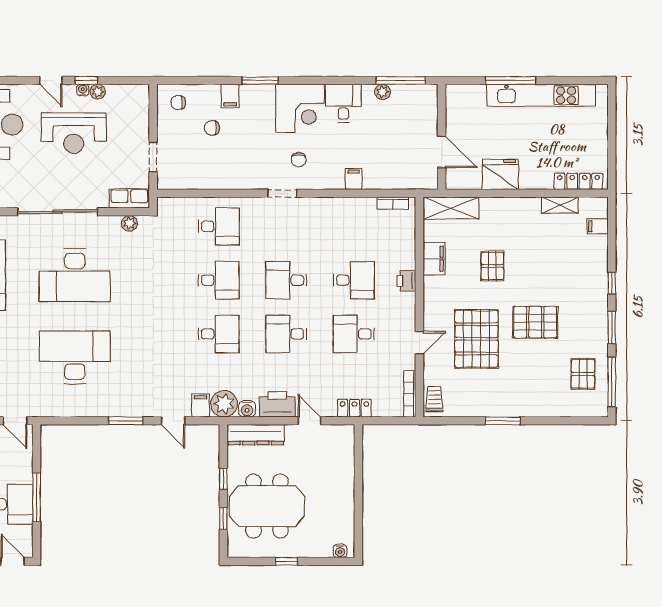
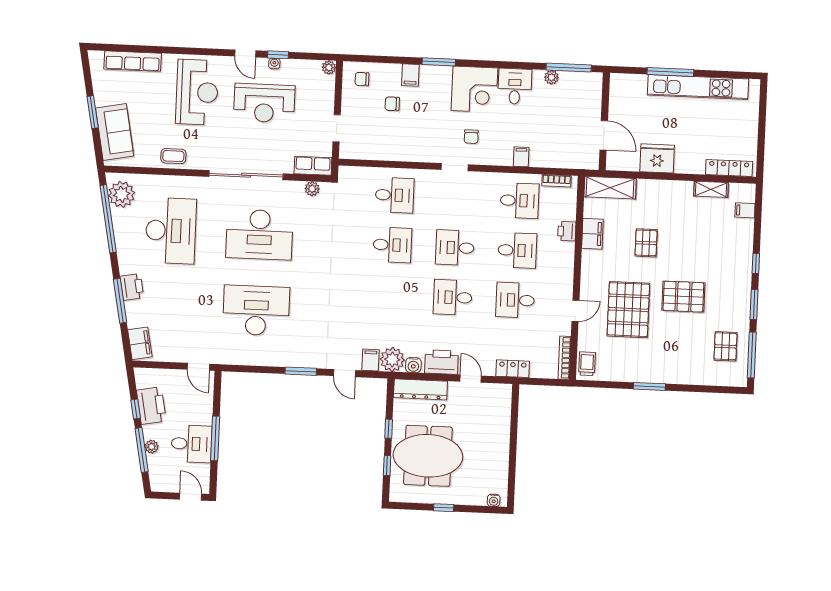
plant: (98, 92) -> (329, 67), moved
printer: (406, 281) -> (567, 231), moved
desk: (219, 334) -> (519, 201), moved

